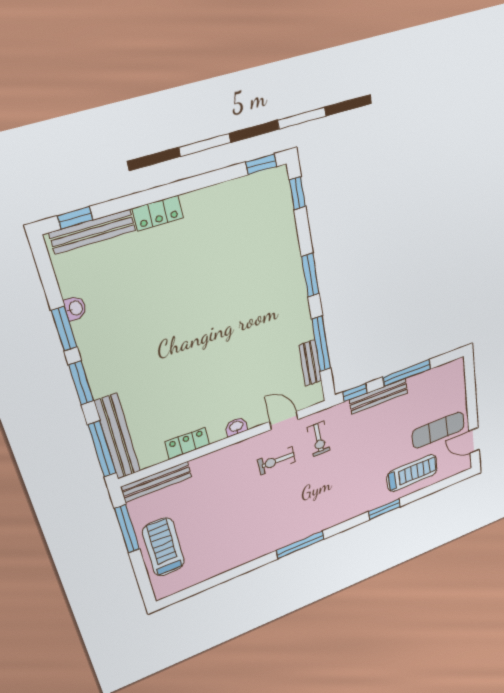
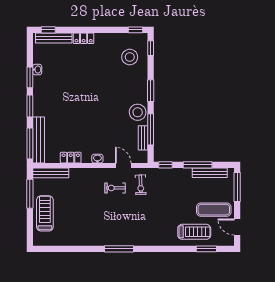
stool: (260, 223) -> (130, 57), added
stool: (293, 322) -> (138, 112), added
window: (470, 383) -> (237, 187), added
bench: (379, 396) -> (210, 173), moved
window: (384, 509) -> (206, 249), moved

